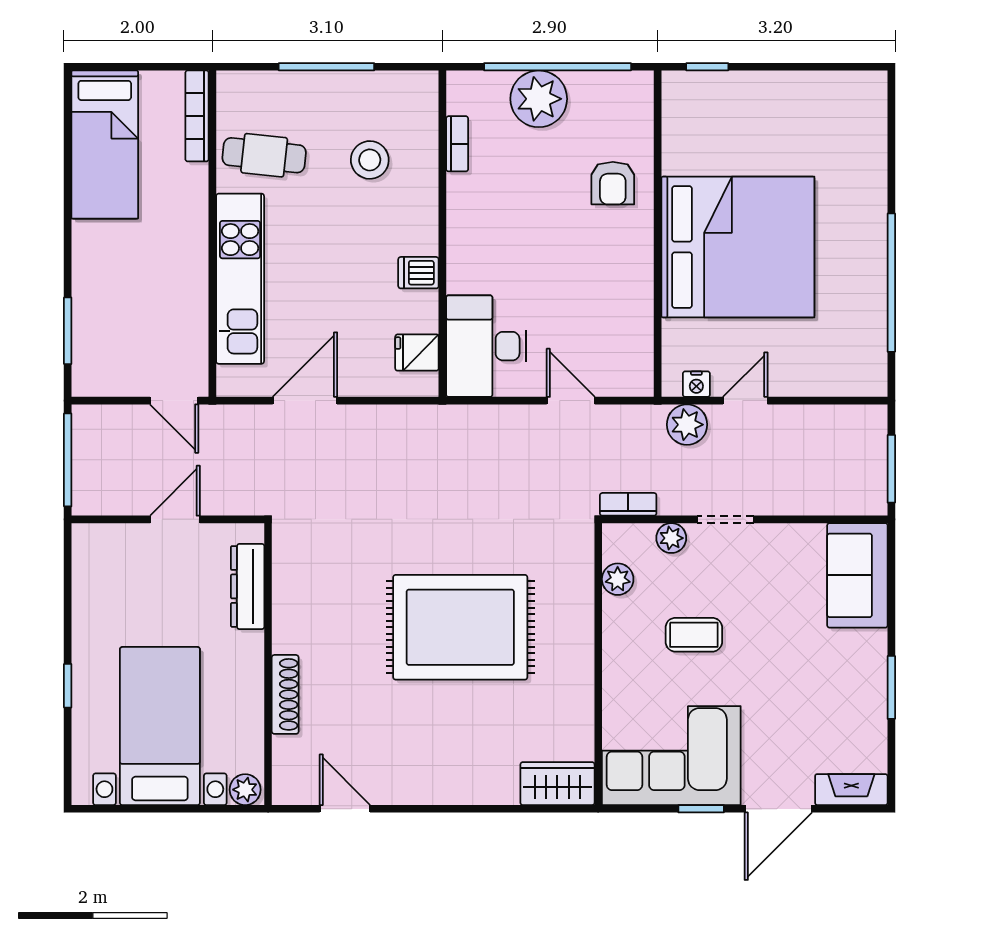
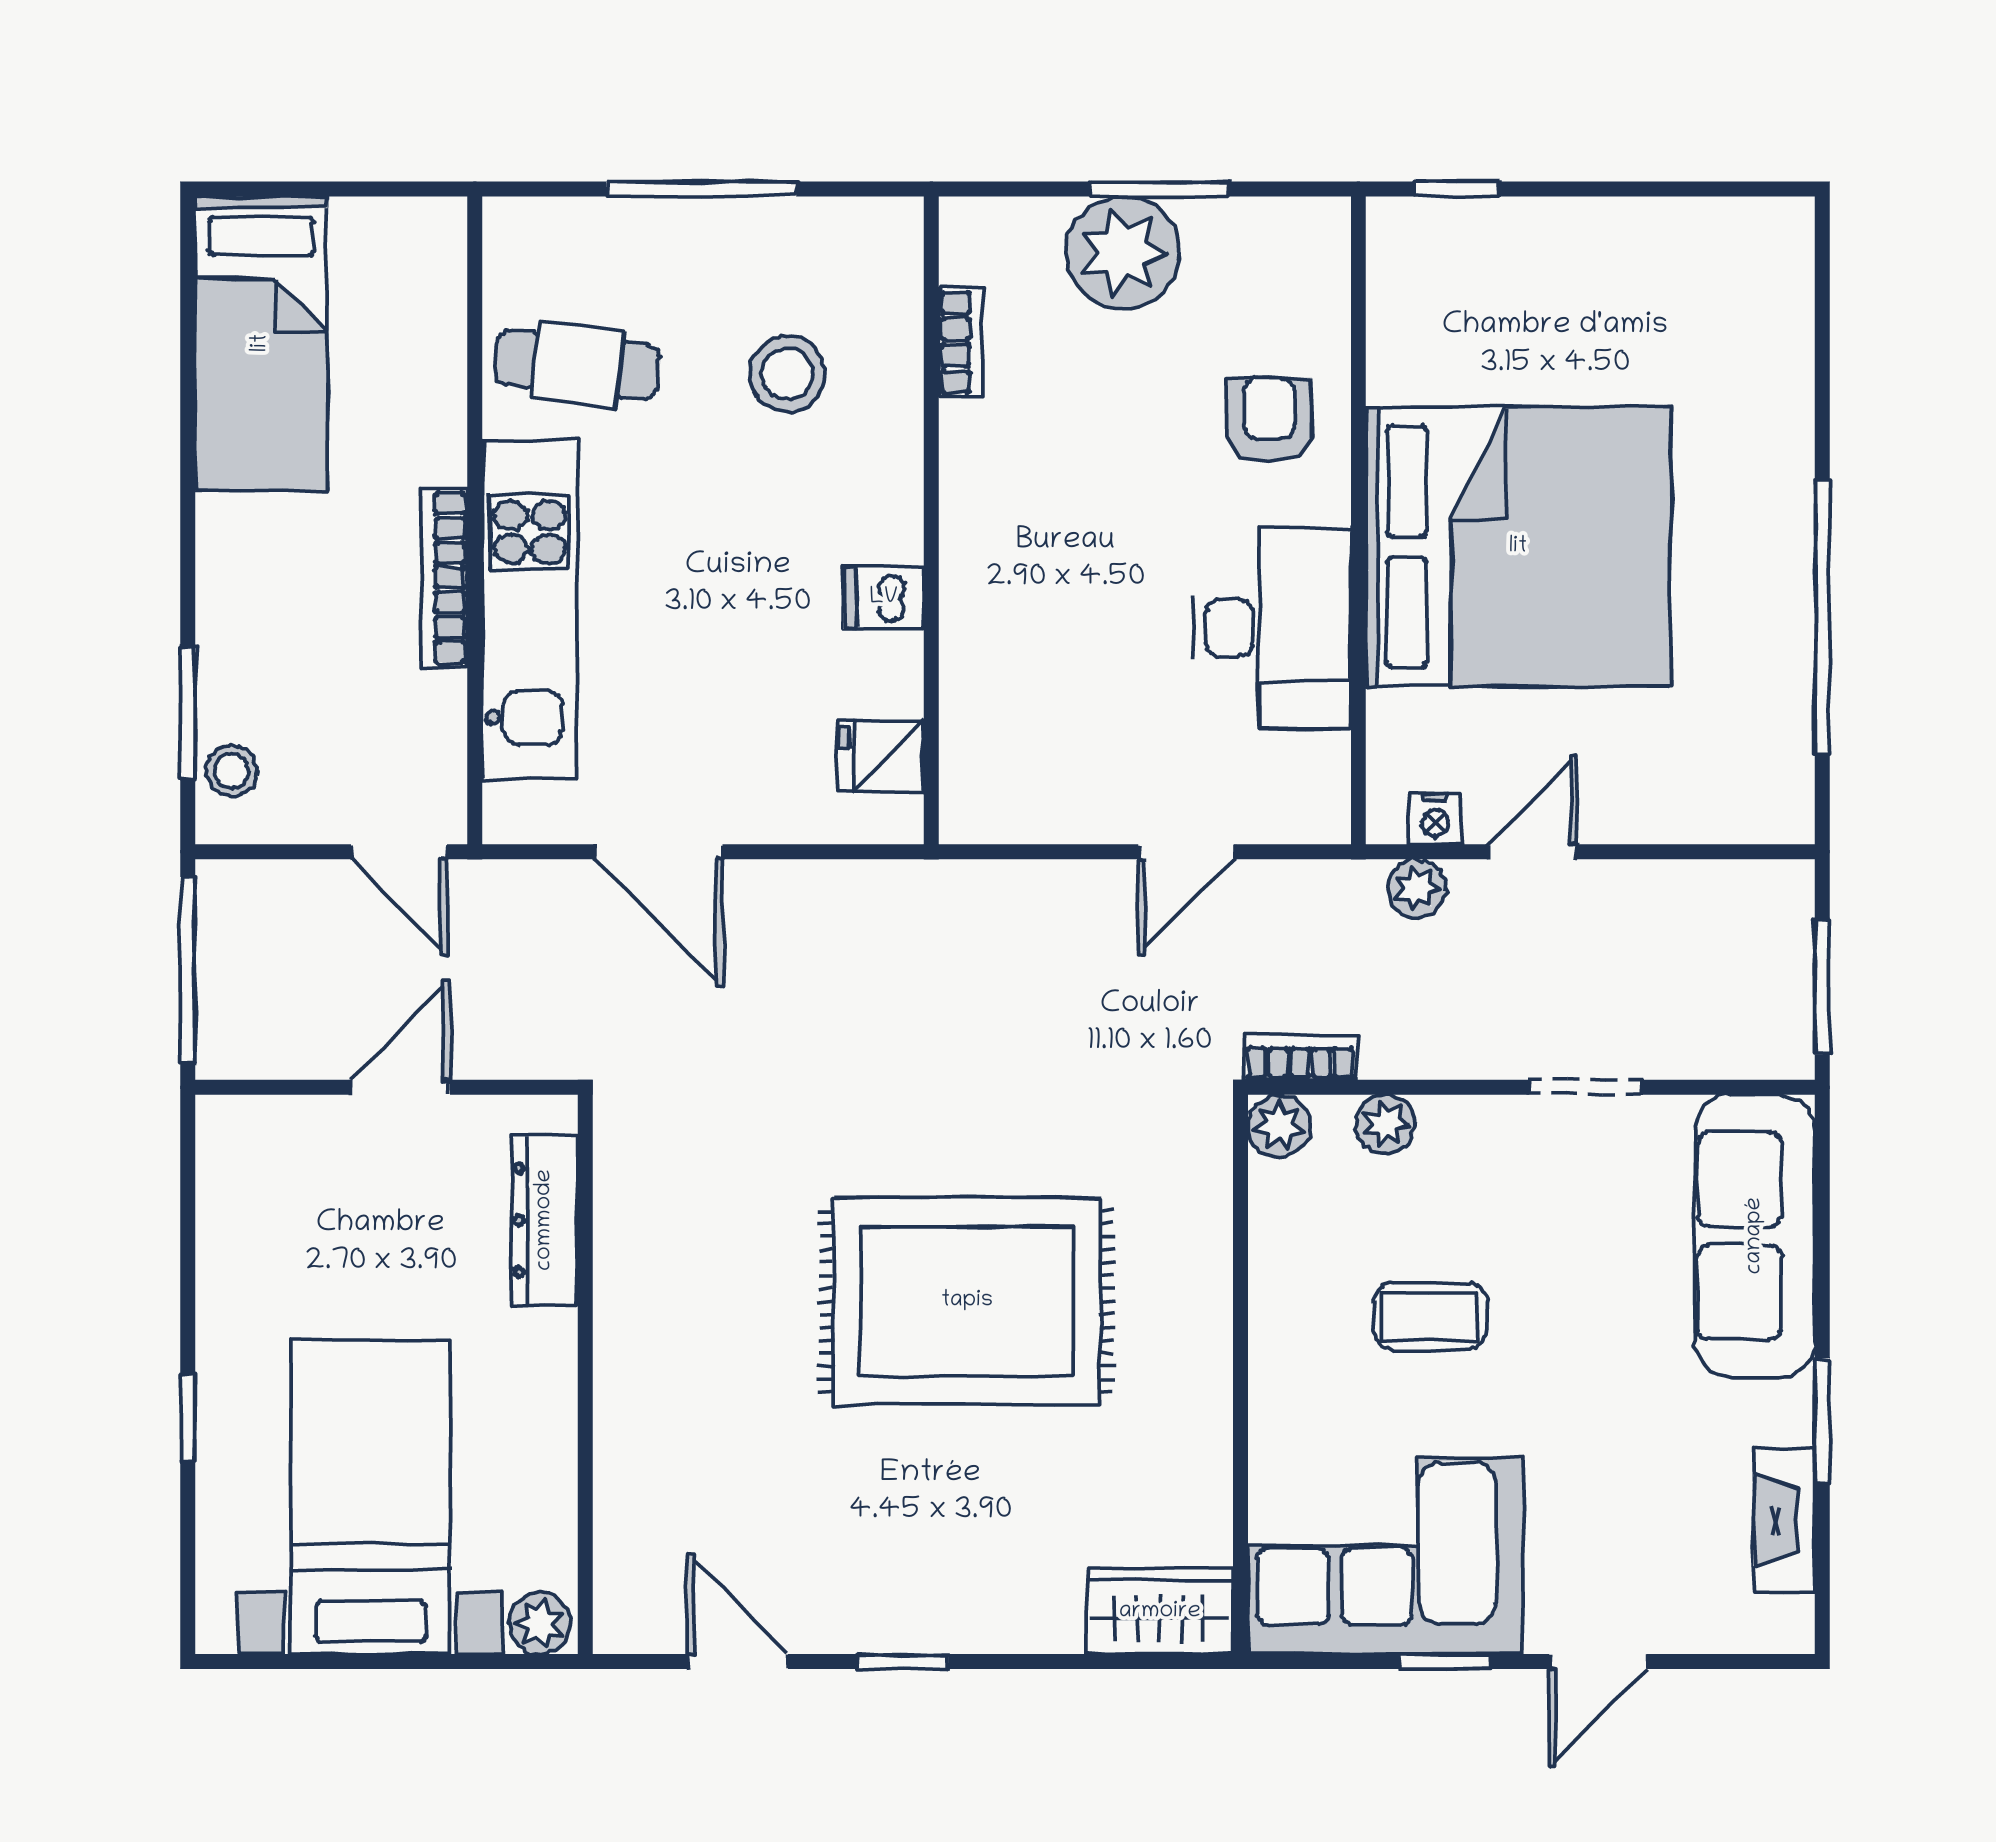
window: (558, 67) -> (1160, 189), width x0.47
bookcase: (197, 116) -> (444, 578), moved
armchair: (613, 183) -> (1270, 420), turned 180
desk: (486, 346) -> (1272, 628), moved, turned 180
stool: (90, 360) -> (232, 771), added
door: (305, 401) -> (659, 852), swing flipped
door: (571, 401) -> (1186, 852), swing flipped
plant: (687, 425) -> (1417, 888), width x0.73, depth x0.73
doorway: (725, 519) -> (1585, 1087), moved
sofa: (857, 575) -> (1755, 1236), width x1.36
plant: (618, 579) -> (1279, 1126), moved
shoe rack: (285, 694) -> (619, 1435), removed
fireplace: (851, 790) -> (1784, 1520), moved, turned -90
window: (428, 809) -> (903, 1662), added
door: (778, 809) -> (1598, 1662), width x0.73

